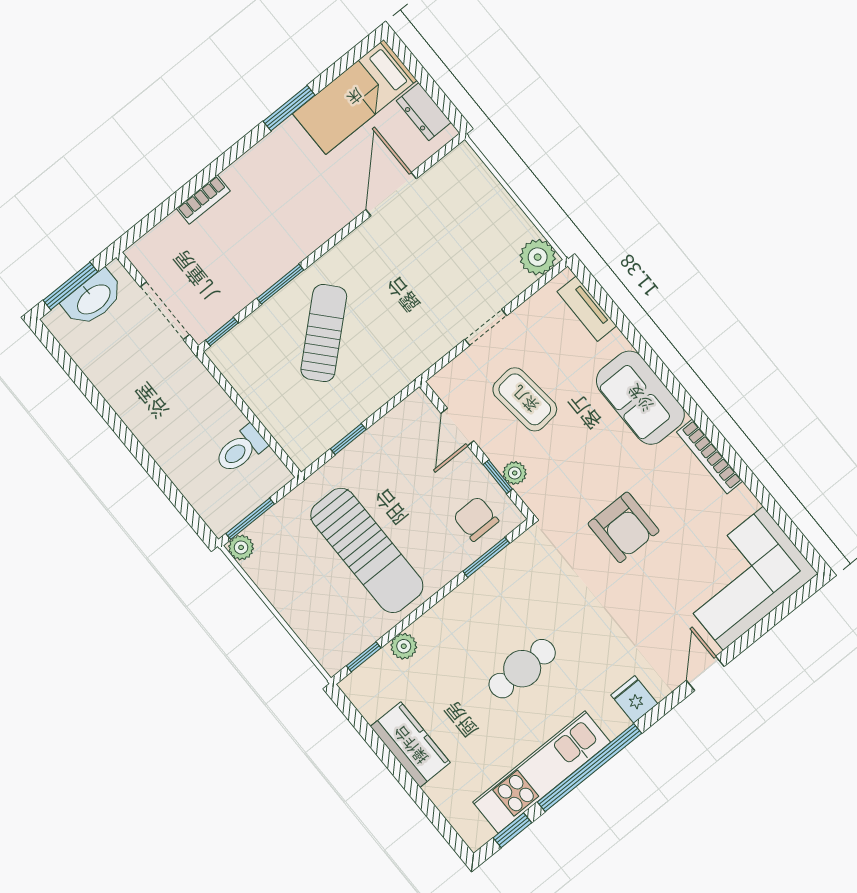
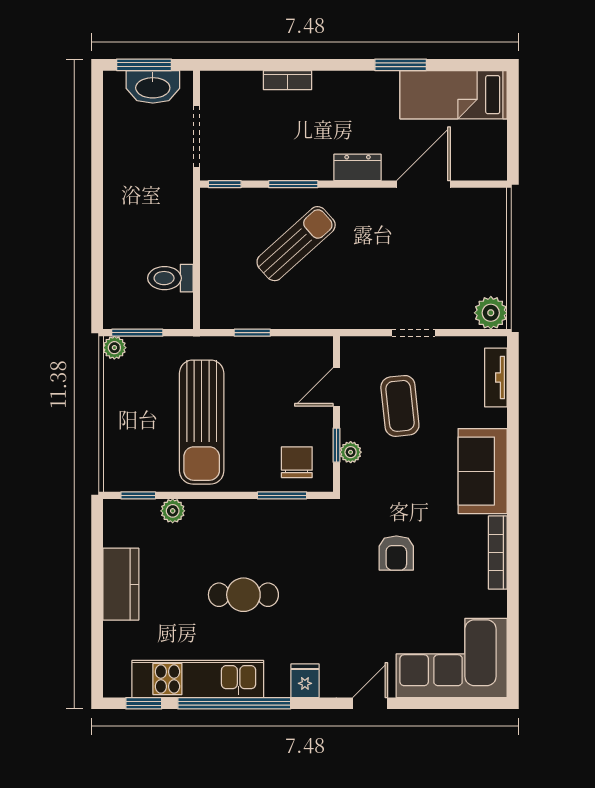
dresser: (424, 112) -> (358, 167), moved, turned 90
armchair: (624, 527) -> (396, 553), width x0.72, depth x0.72

